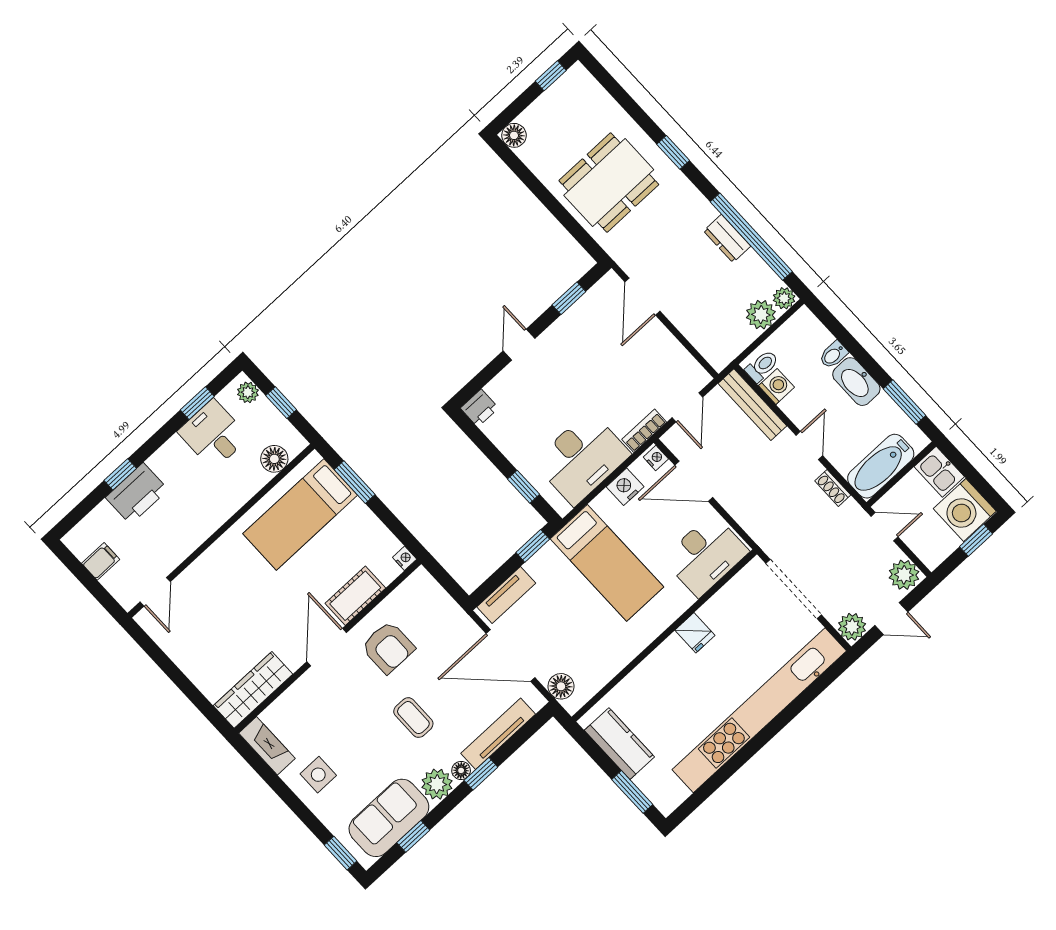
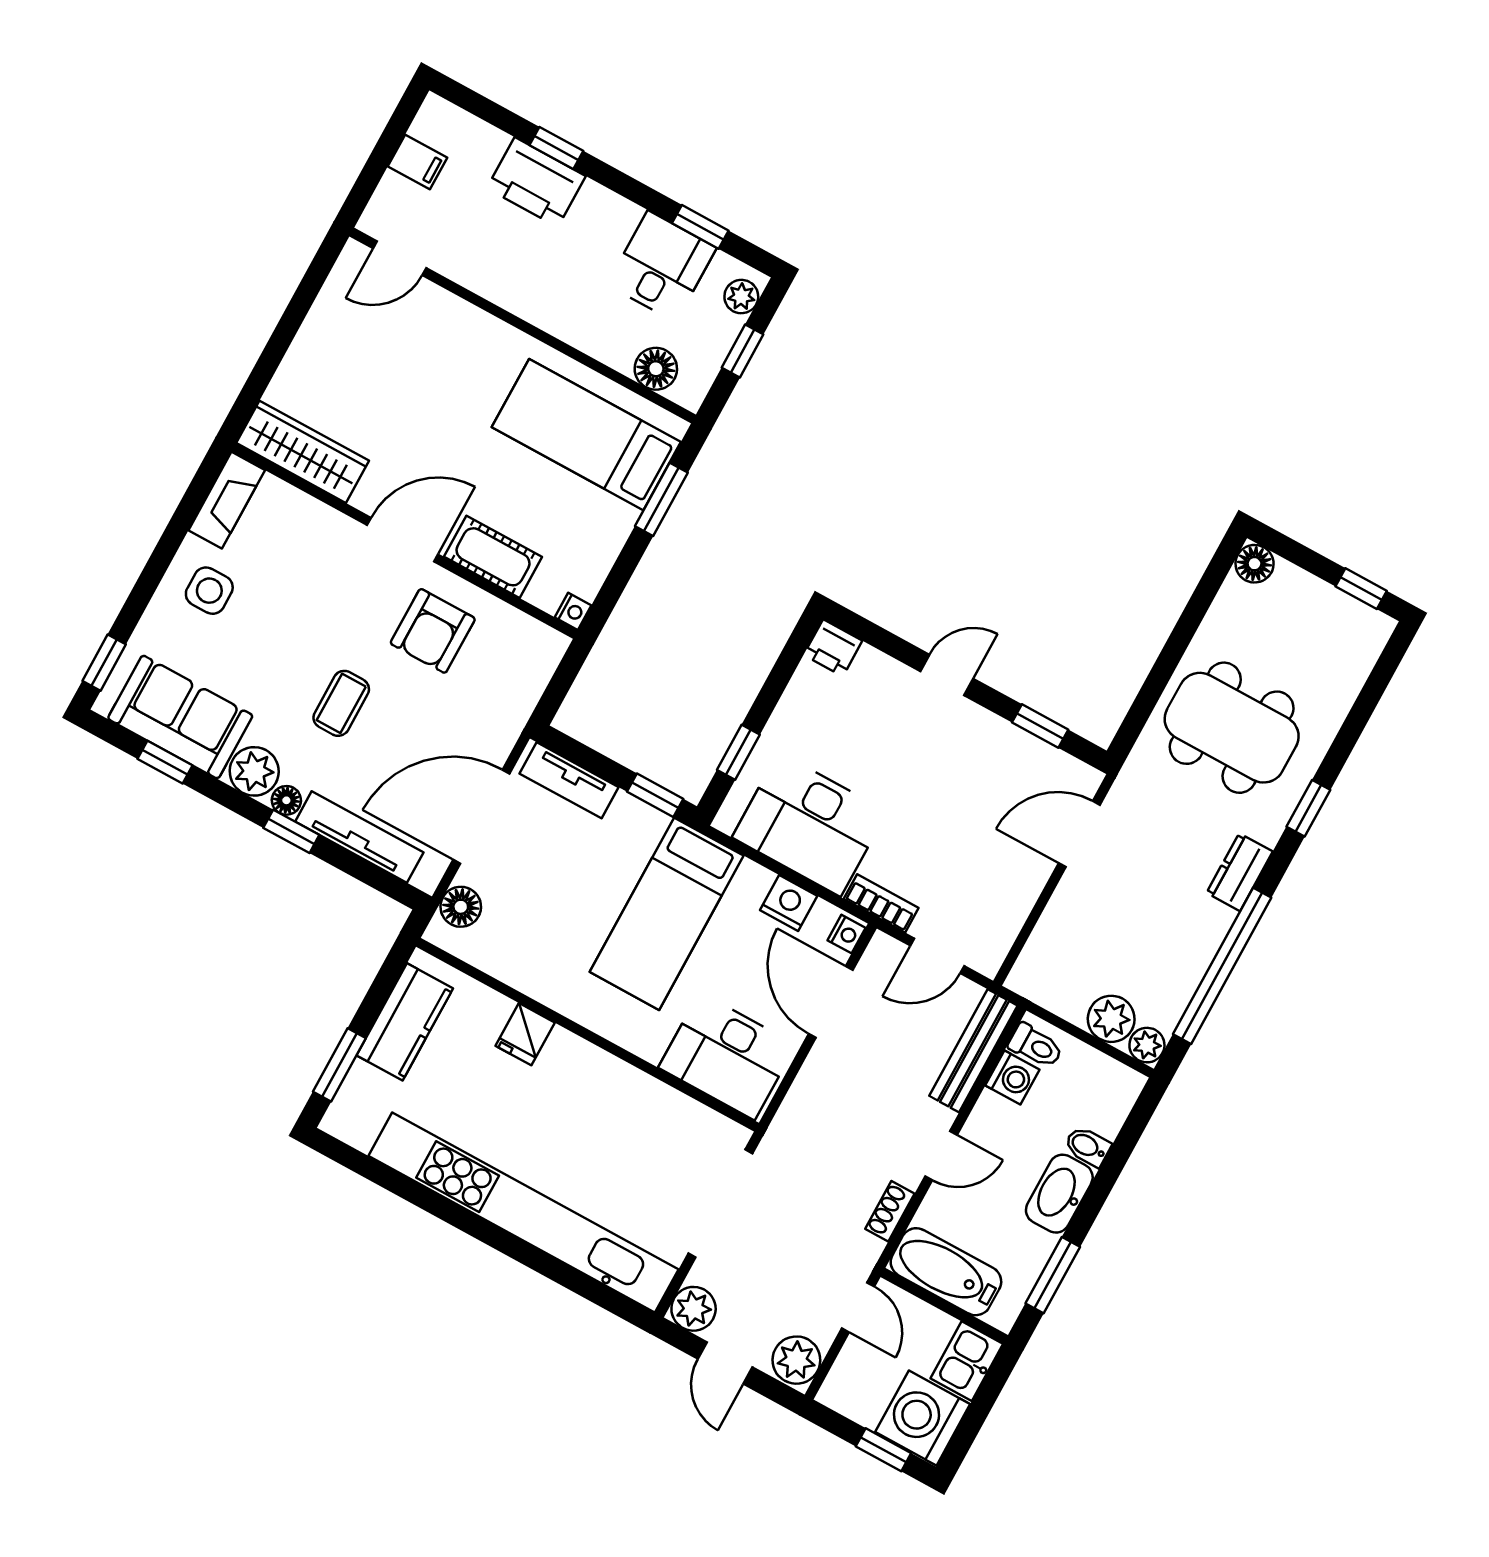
dresser: (727, 238) -> (1240, 872), moved
fridge: (695, 633) -> (525, 1034), moved
door: (511, 656) -> (481, 817), hinge flipped

